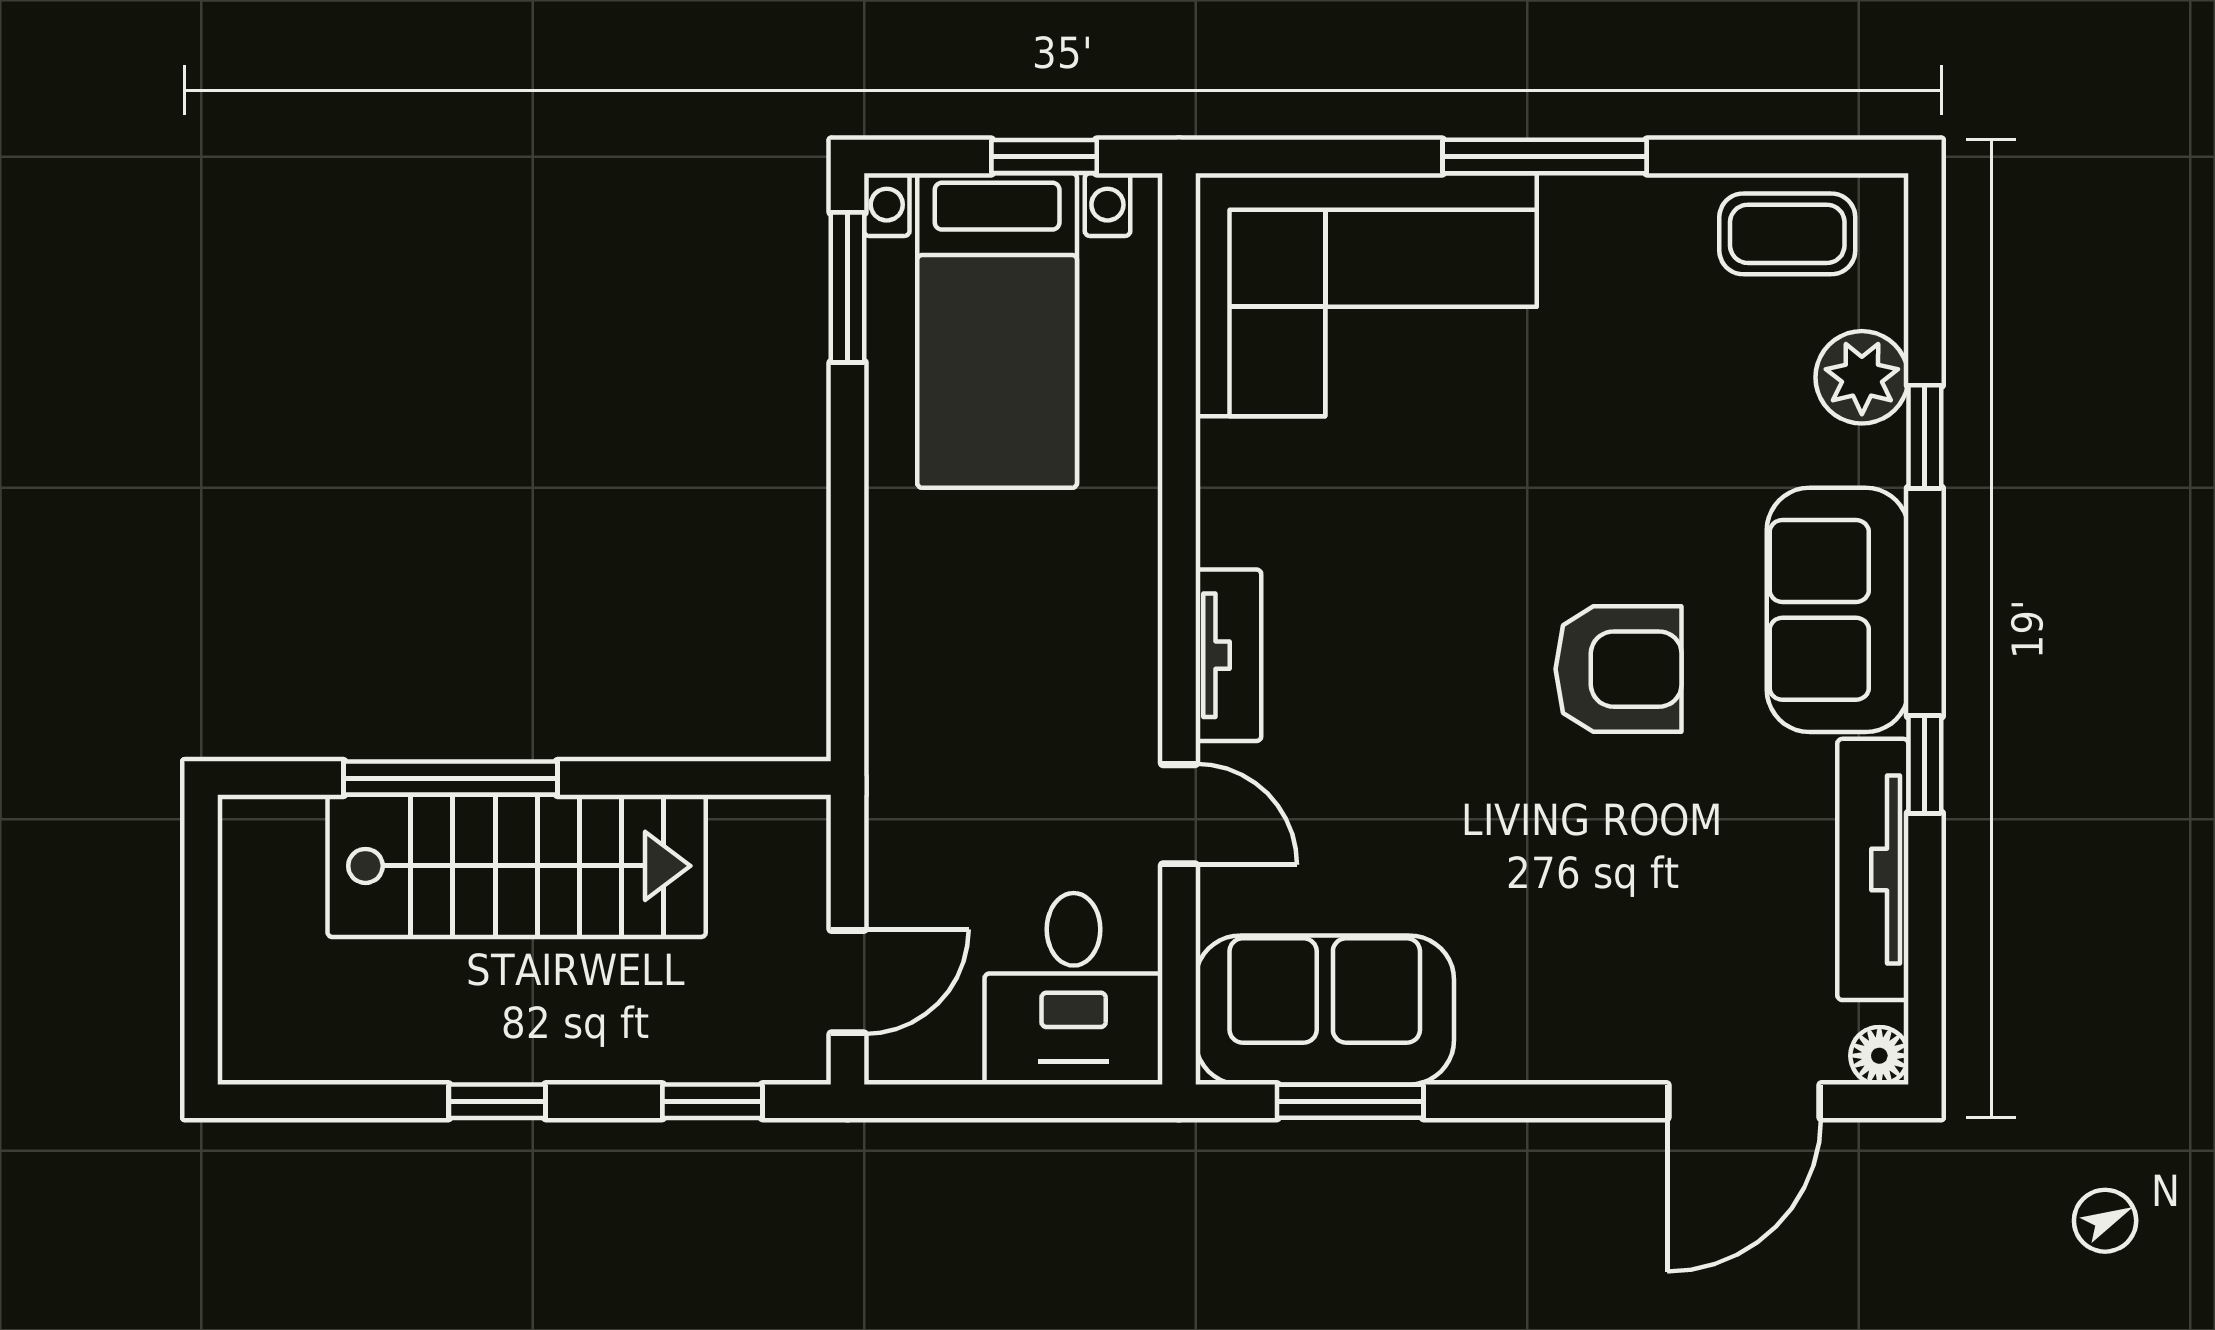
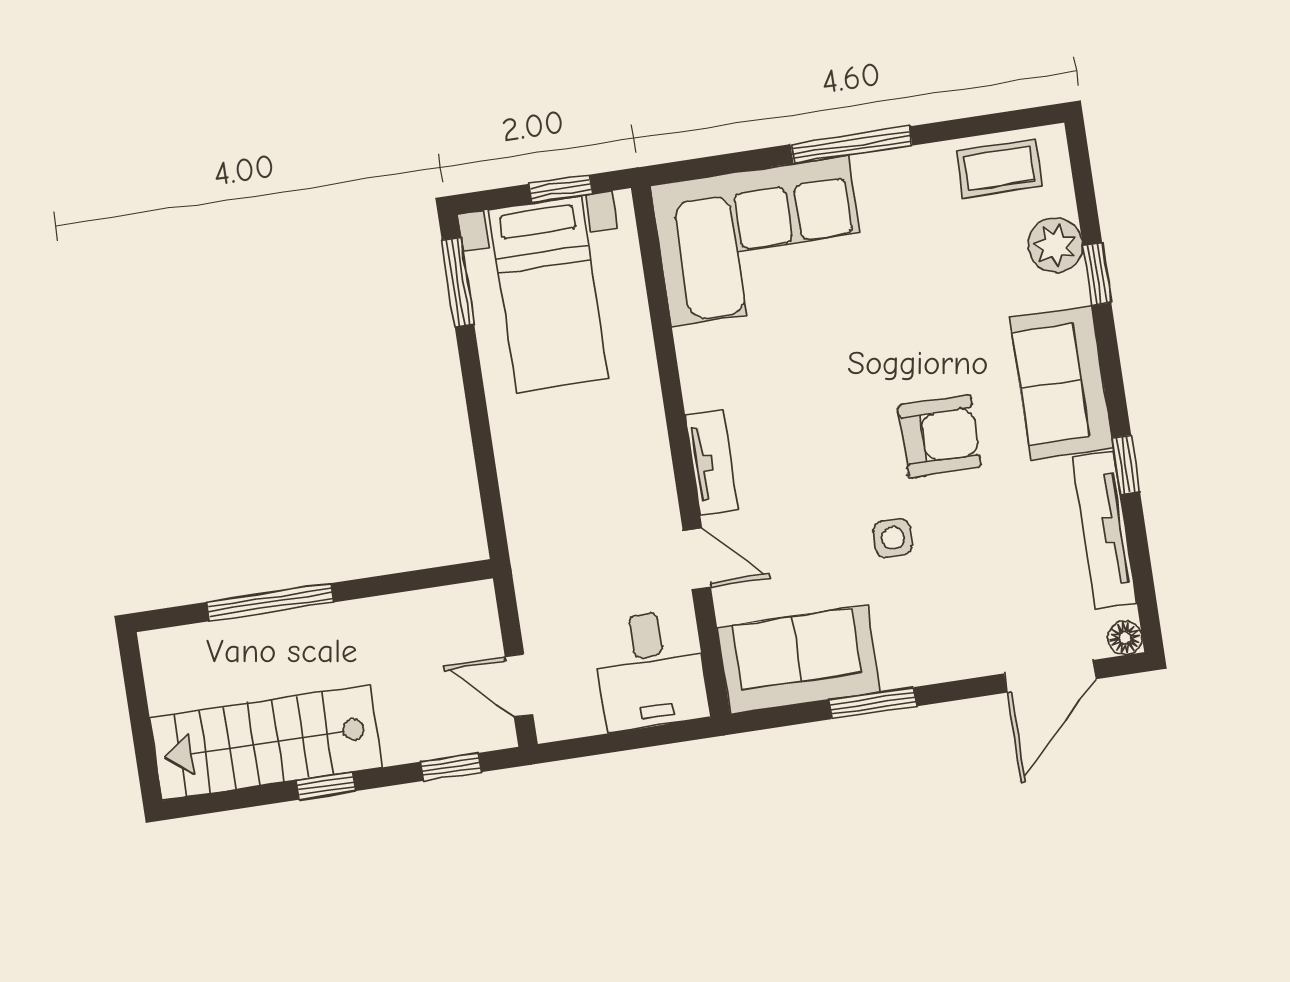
side table: (1514, 828) -> (893, 538), added
stairs: (517, 866) -> (266, 743), moved, turned 180
door: (848, 982) -> (519, 686), swing flipped
window: (1350, 1101) -> (873, 703), moved

